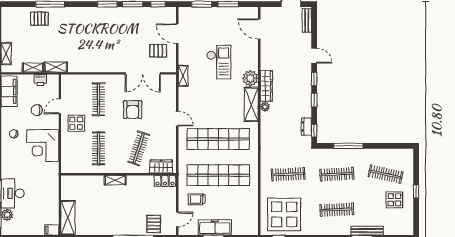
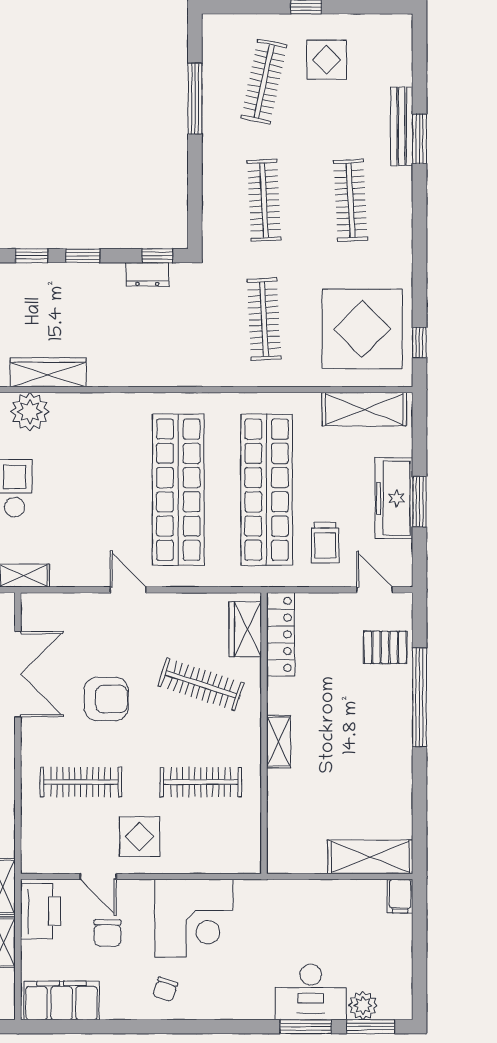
printer: (40, 80) -> (40, 911), width x1.87, depth x1.48
shelving: (251, 104) -> (364, 409), moved
plant: (265, 107) -> (99, 376), removed
door: (177, 119) -> (128, 590), hinge flipped
window: (348, 146) -> (195, 99), moved
locker: (165, 181) -> (281, 634), width x1.53

